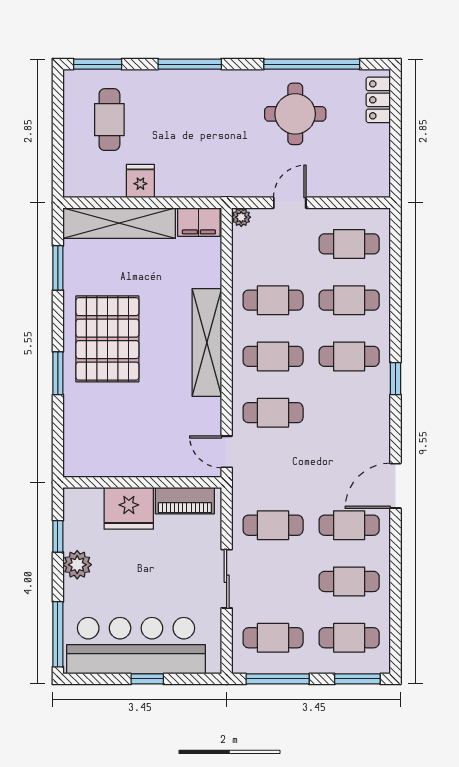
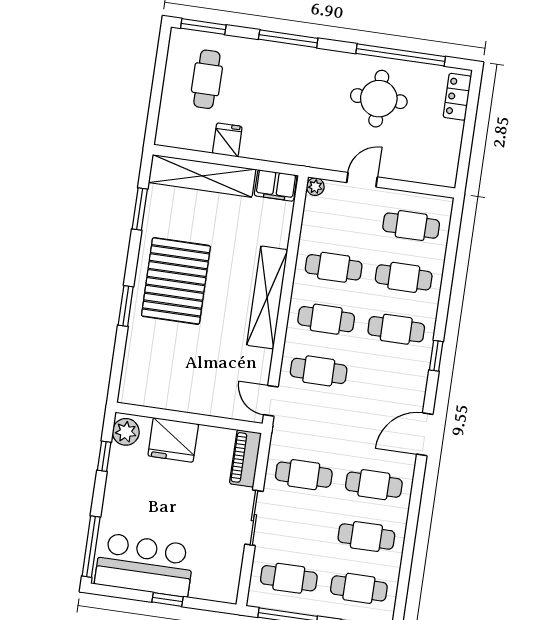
door: (395, 486) -> (425, 434), moved
piano: (185, 501) -> (245, 458), moved, turned 90
plant: (77, 565) -> (126, 432), moved
bar counter: (136, 646) -> (145, 565), width x0.73

